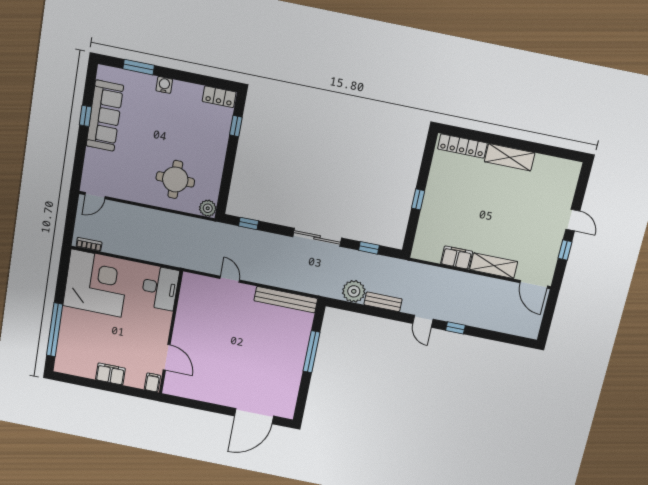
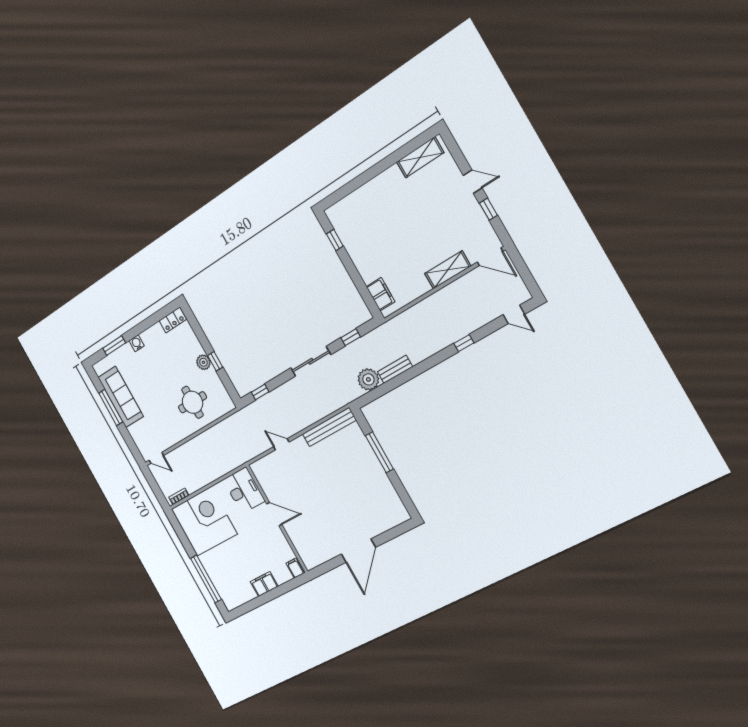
window: (86, 116) -> (111, 407), width x2.17
window: (236, 126) -> (215, 361), moved
locker: (462, 146) -> (347, 204), removed
shelving: (510, 157) -> (420, 157), moved
door: (95, 196) -> (156, 458), hinge flipped
window: (418, 199) -> (335, 240), moved
plant: (208, 208) -> (203, 362), moved
filing cabinet: (457, 258) -> (380, 294), moved, turned 90
door: (423, 321) -> (514, 314), moved
door: (167, 357) -> (274, 514), moved
door: (254, 416) -> (358, 551), moved

